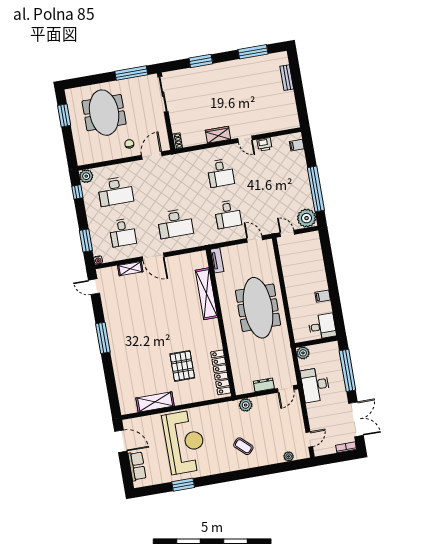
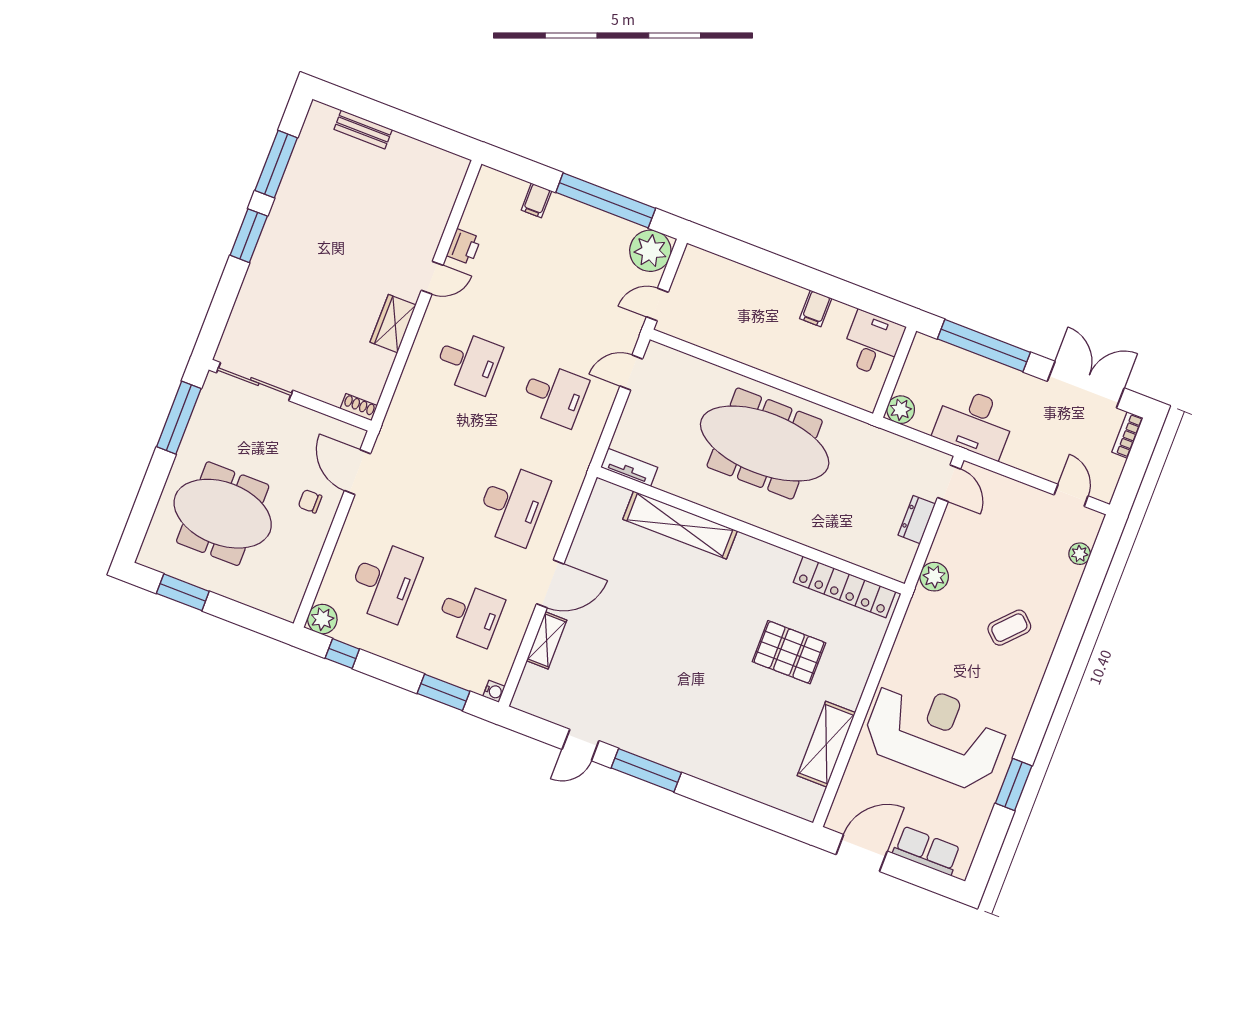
window: (201, 61) -> (249, 236), moved
filing cabinet: (297, 145) -> (536, 200), moved
door: (94, 287) -> (581, 745), moved

